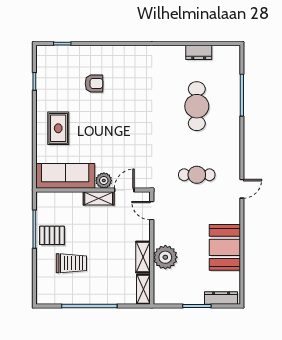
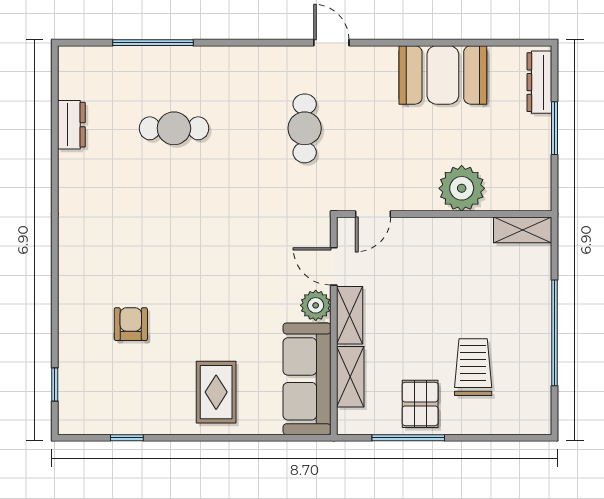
cafe table: (197, 106) -> (174, 128), width x0.73, depth x0.74
rug: (58, 128) -> (216, 392), turned 90
shelving: (143, 257) -> (350, 377), moved, turned 90

